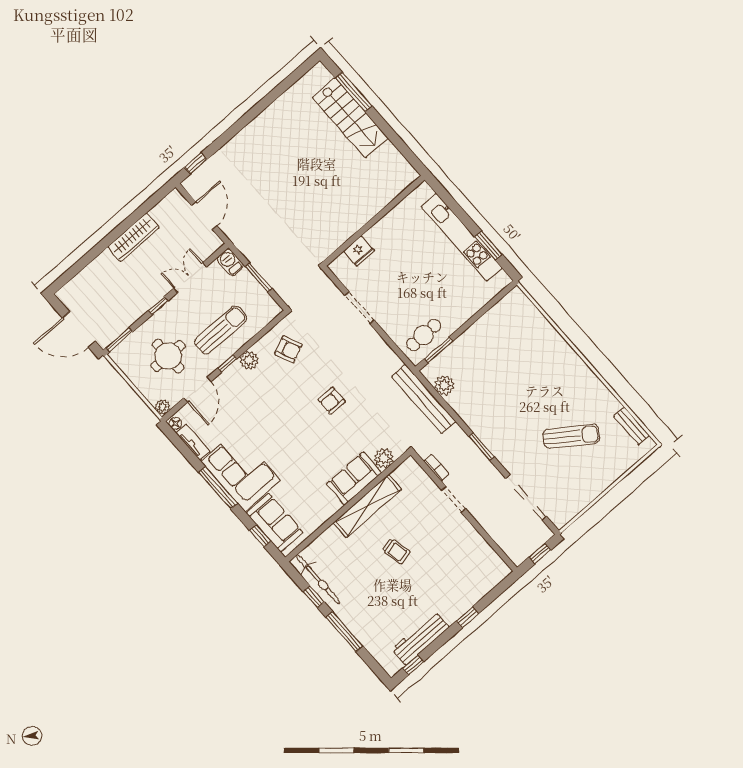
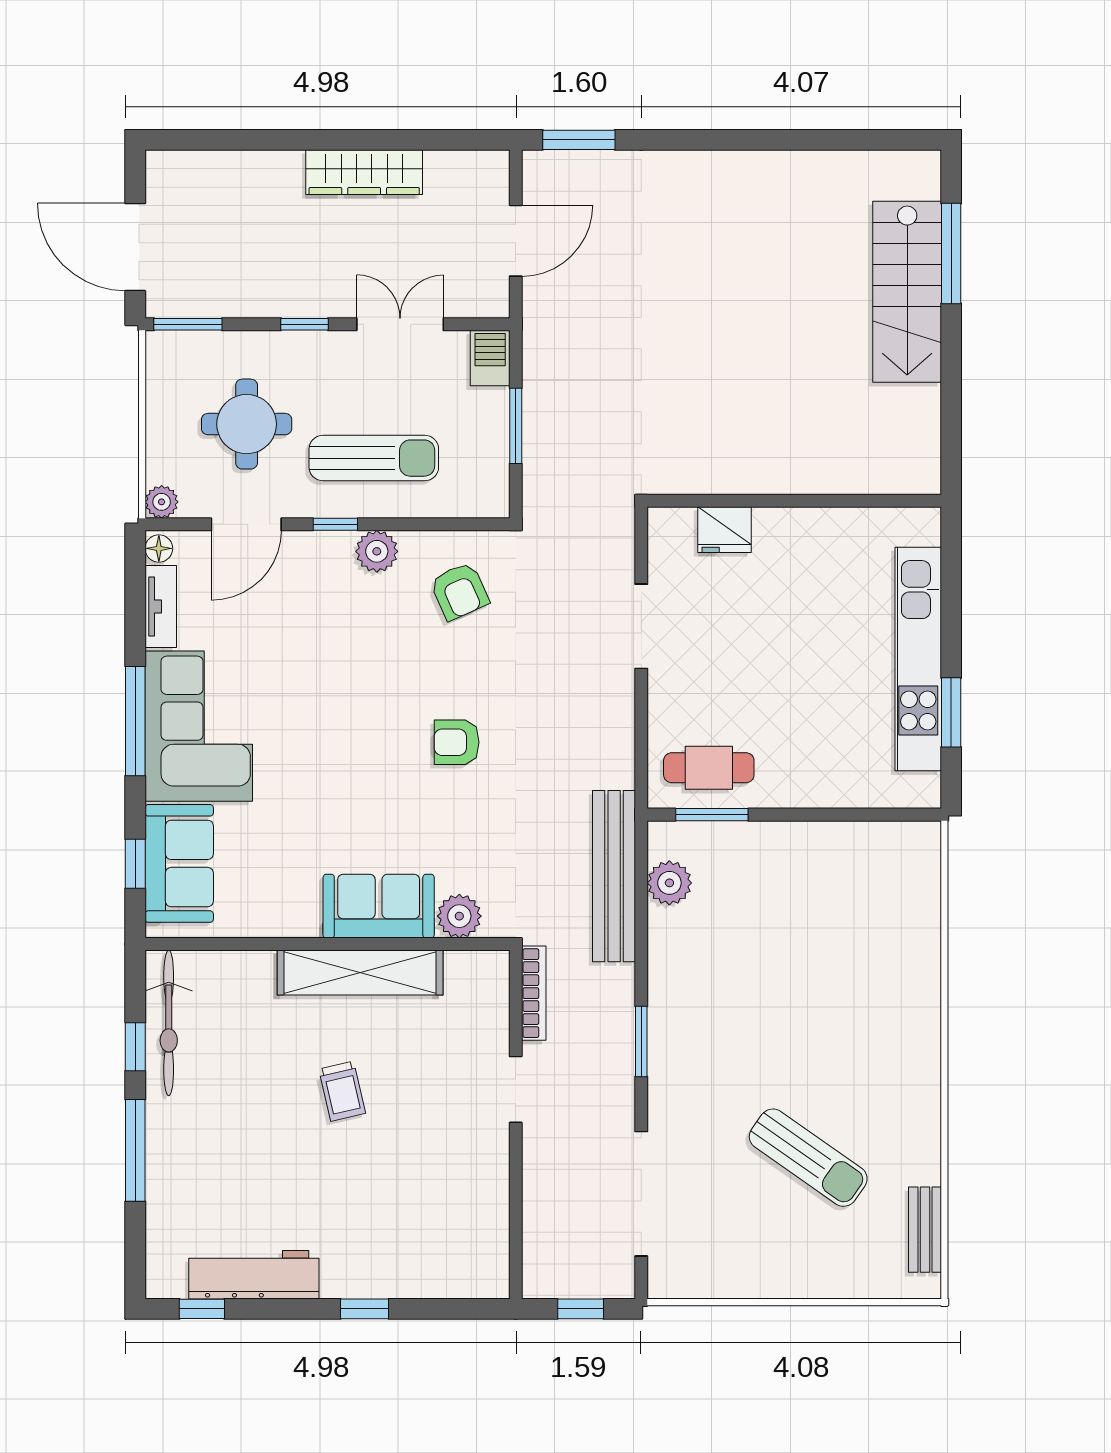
window: (196, 163) -> (579, 140), width x1.50
bookcase: (436, 468) -> (534, 993), width x1.56

